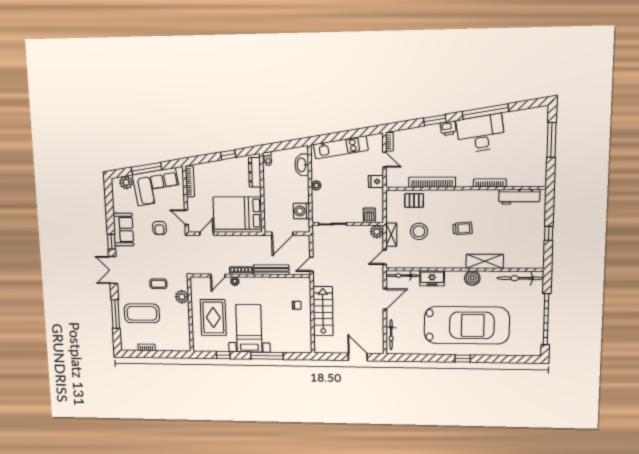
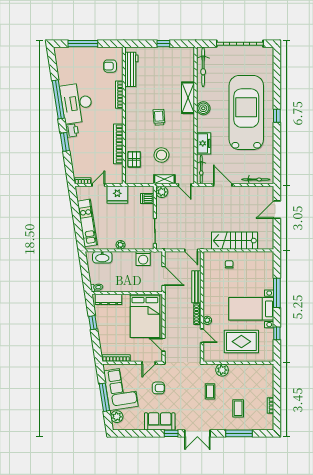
armchair: (524, 172) -> (110, 66), added
fridge: (376, 181) -> (117, 195), width x1.88, depth x1.34
coffee table: (142, 313) -> (238, 408), width x0.54, depth x0.58

